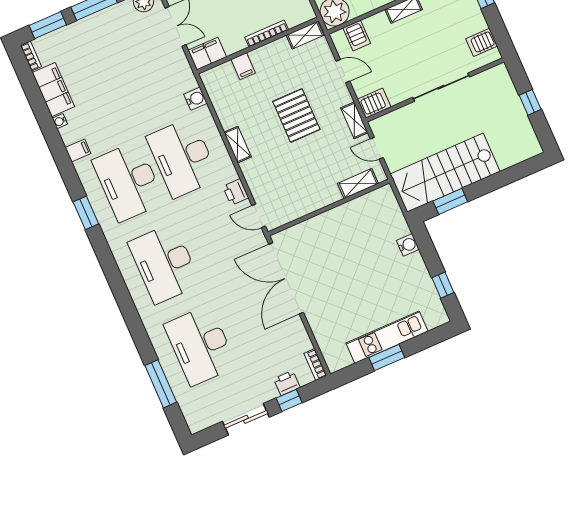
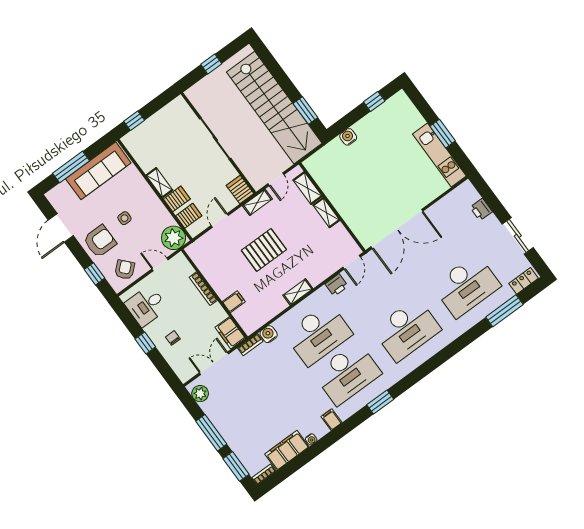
shelving: (305, 35) -> (326, 213), moved
server rack: (482, 42) -> (177, 199), moved, turned -90
stairs: (445, 173) -> (274, 108), width x1.36
kitchen unit: (387, 337) -> (439, 155), moved
bookcase: (315, 365) -> (250, 345), moved
window: (289, 400) -> (495, 204), removed
locker: (191, 414) -> (524, 281), added

